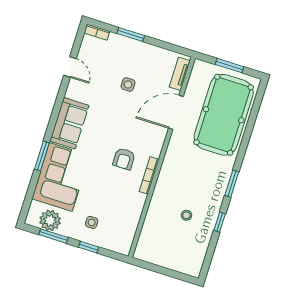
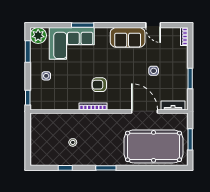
window: (131, 34) -> (190, 78), moved
door: (70, 67) -> (153, 25), hinge flipped
sofa: (69, 123) -> (128, 37), moved
plant: (50, 220) -> (38, 35), moved
window: (220, 222) -> (65, 168), moved
window: (89, 247) -> (28, 98), moved

